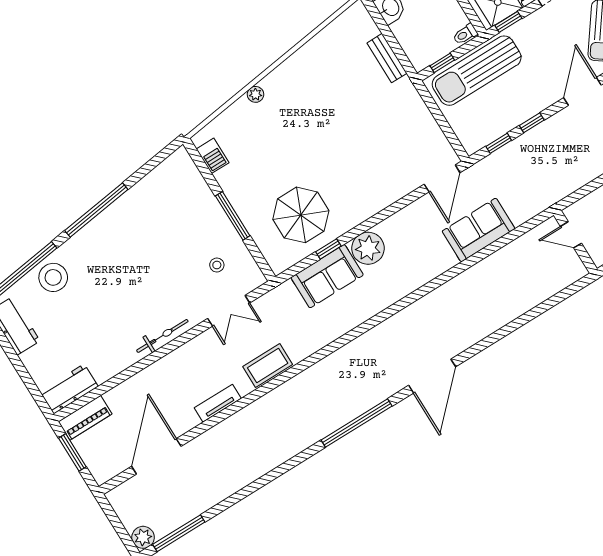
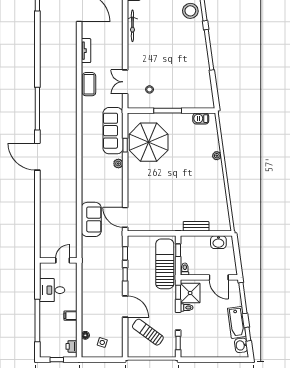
parasol: (301, 215) -> (149, 142), width x1.36, depth x1.36
plant: (368, 248) -> (118, 164), width x0.53, depth x0.53
sofa: (327, 276) -> (113, 131), width x1.36
bicycle: (162, 336) -> (132, 26), moved

